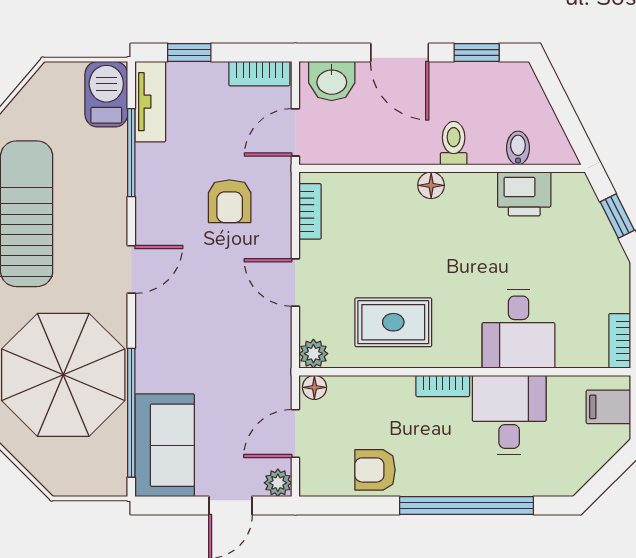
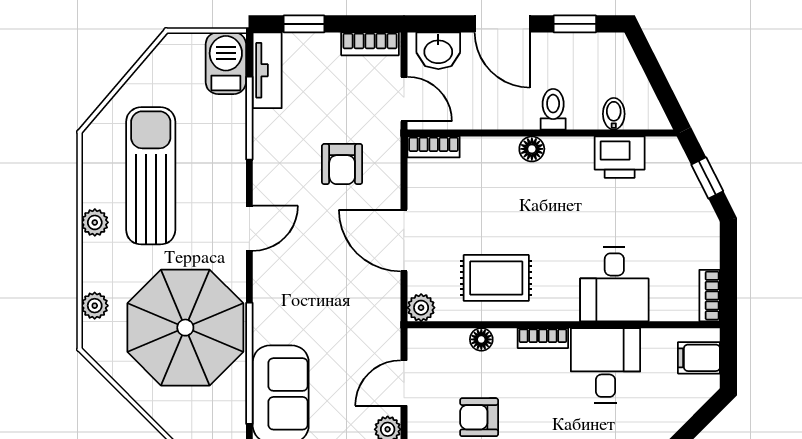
door: (295, 132) -> (404, 99), swing flipped
bookcase: (310, 211) -> (434, 147), moved, turned 90
door: (295, 282) -> (404, 241), width x1.38
floor lamp: (314, 387) -> (481, 339), moved

